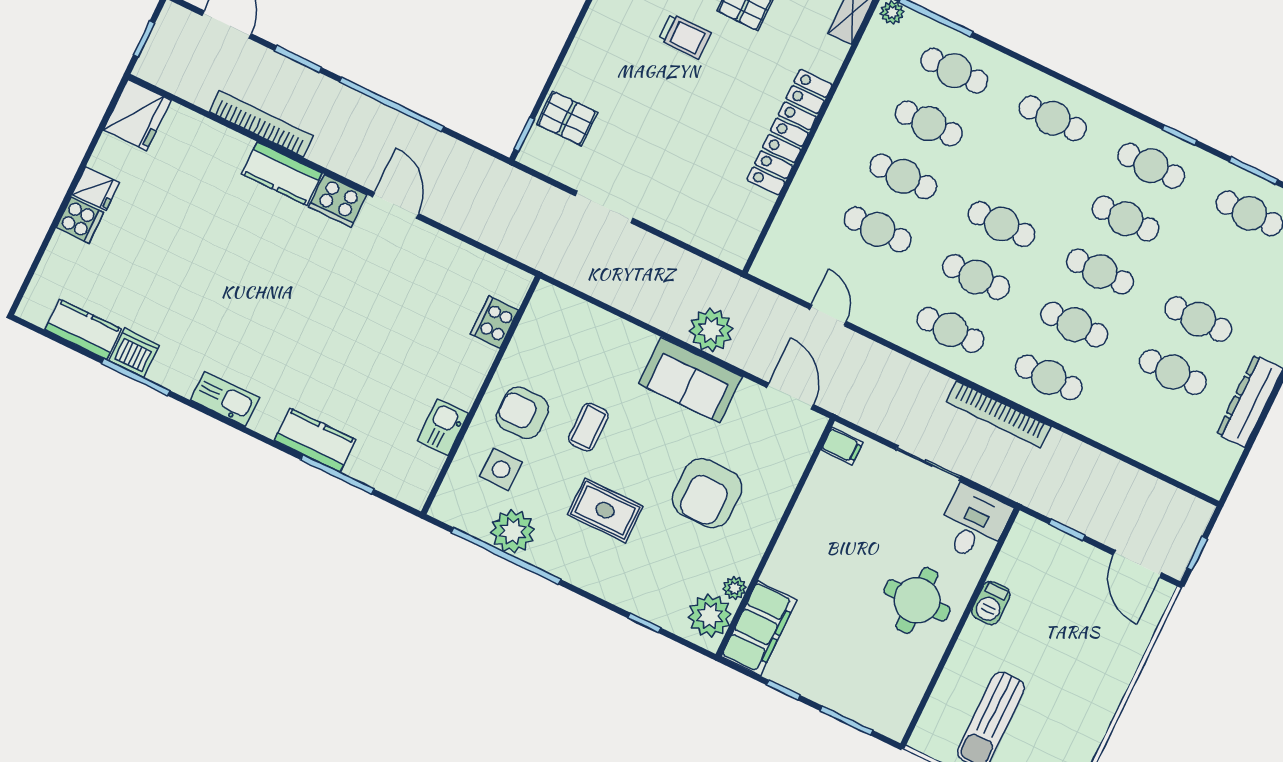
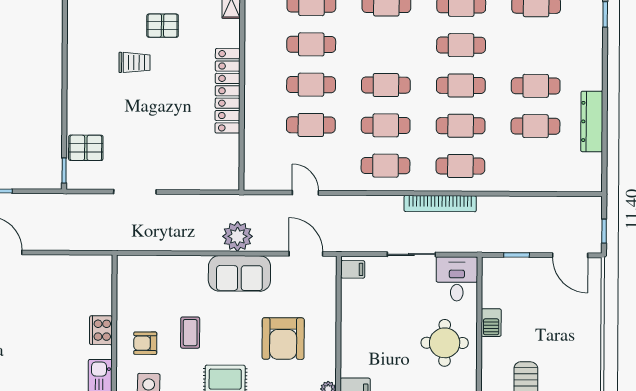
cooker: (494, 322) -> (101, 330), moved
armchair: (522, 413) -> (145, 343), width x0.72, depth x0.72

